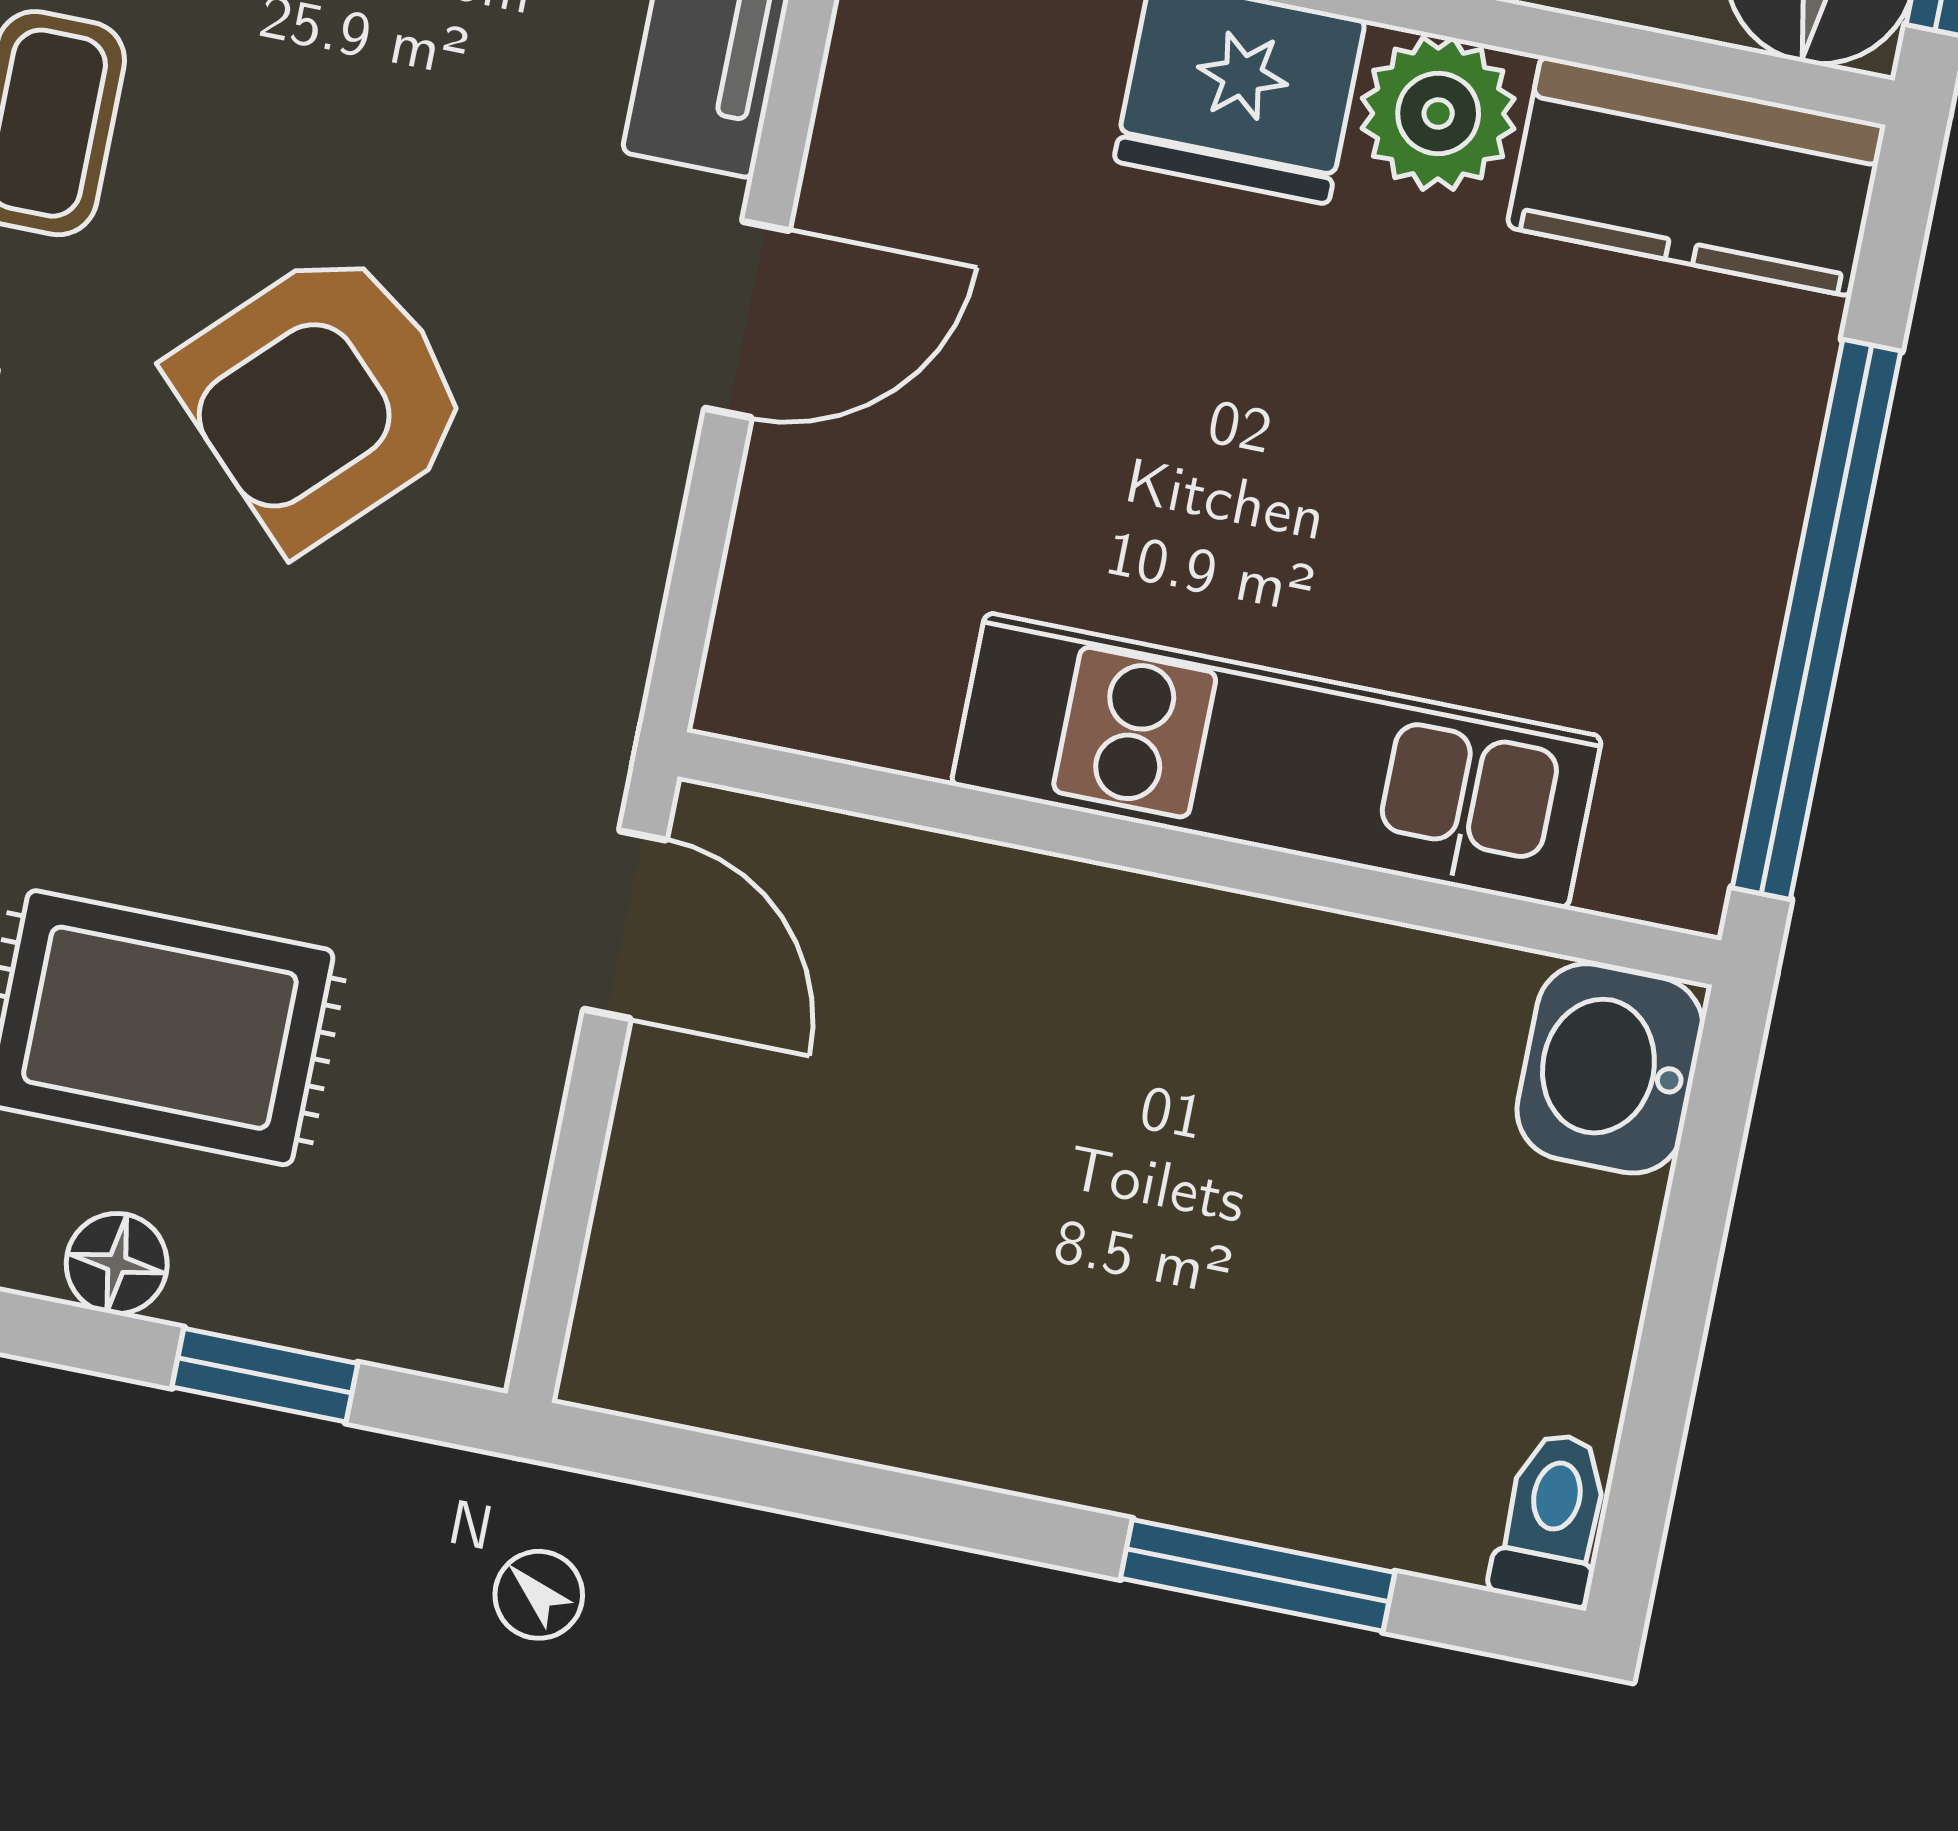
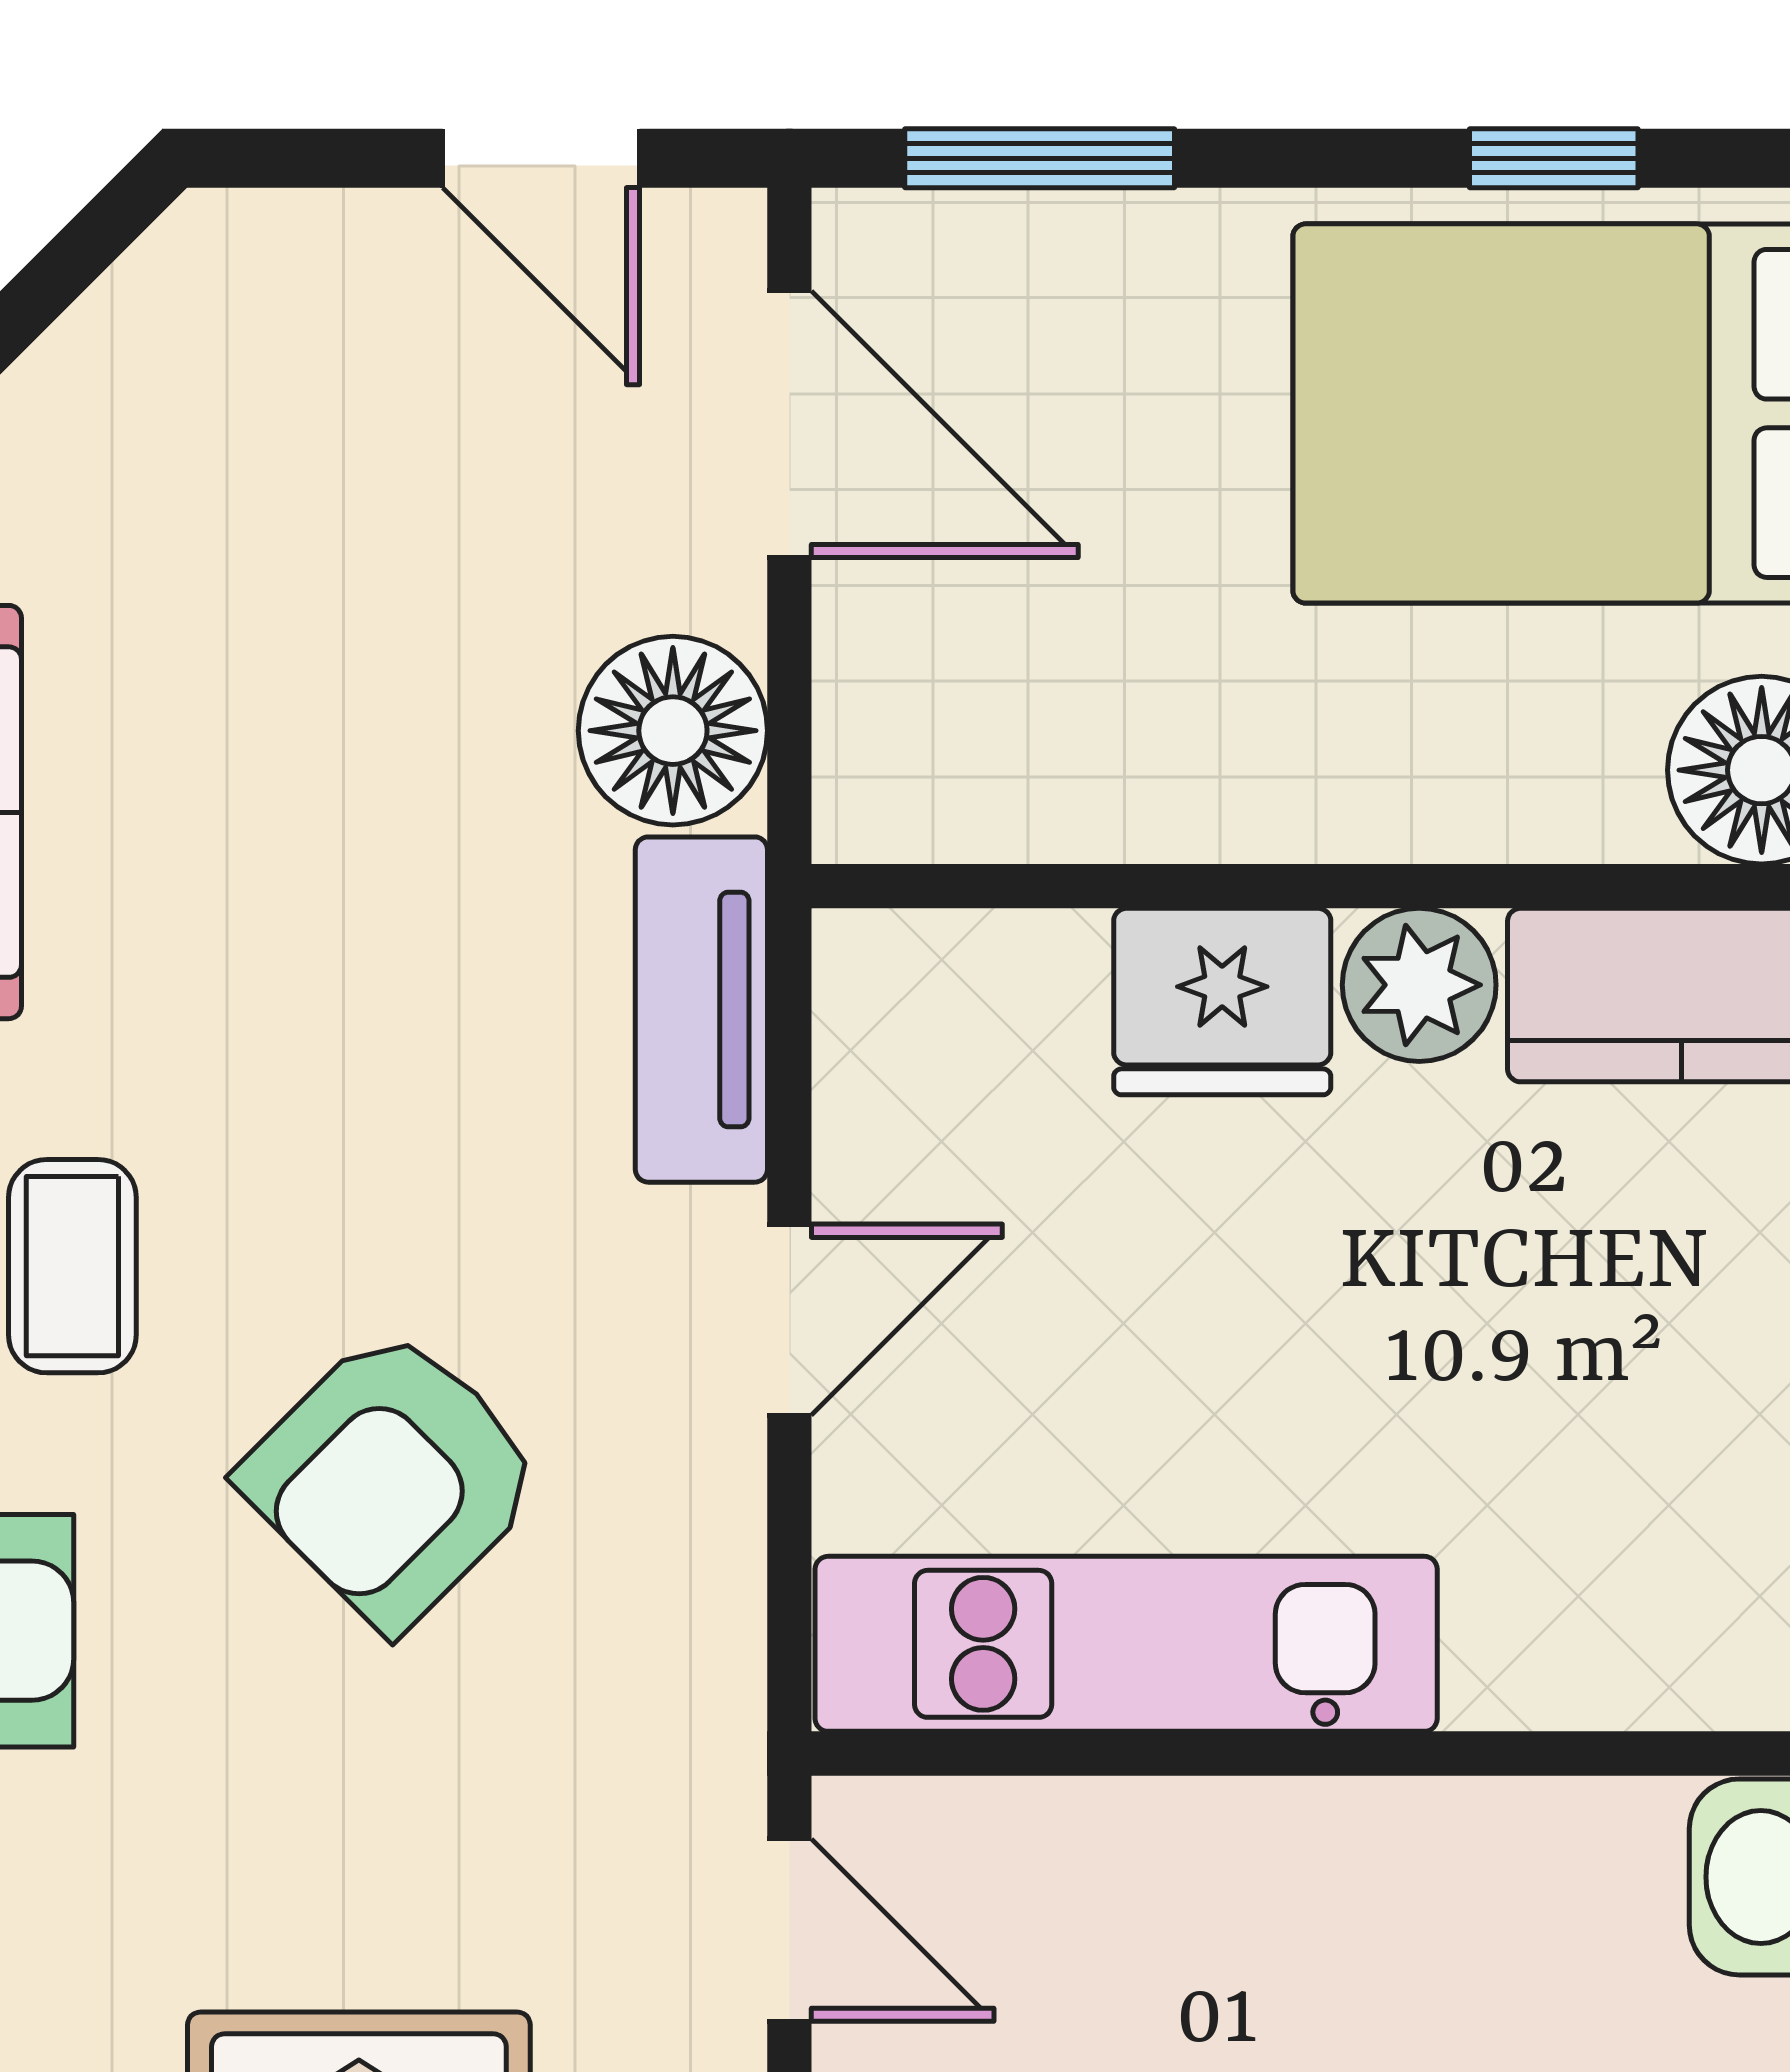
kitchen unit: (1277, 761) -> (1126, 1644), moved

